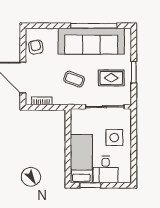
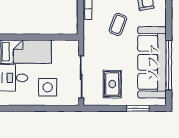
window: (134, 72) -> (138, 108), moved
coffee table: (74, 79) -> (118, 24), moved

